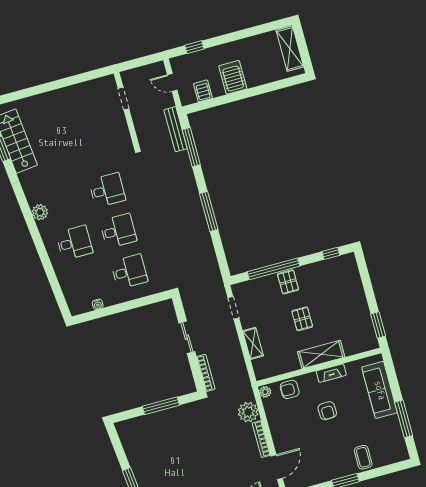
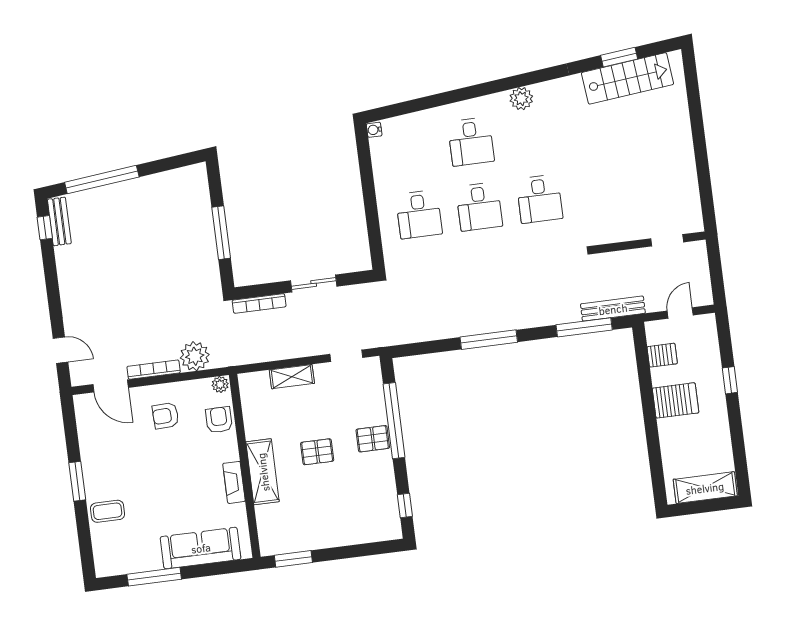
window: (194, 47) -> (730, 380), moved
water cooler: (98, 304) -> (374, 130), moved
armchair: (327, 411) -> (165, 416), moved

